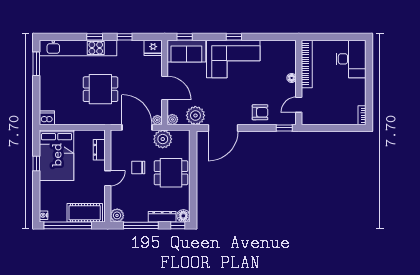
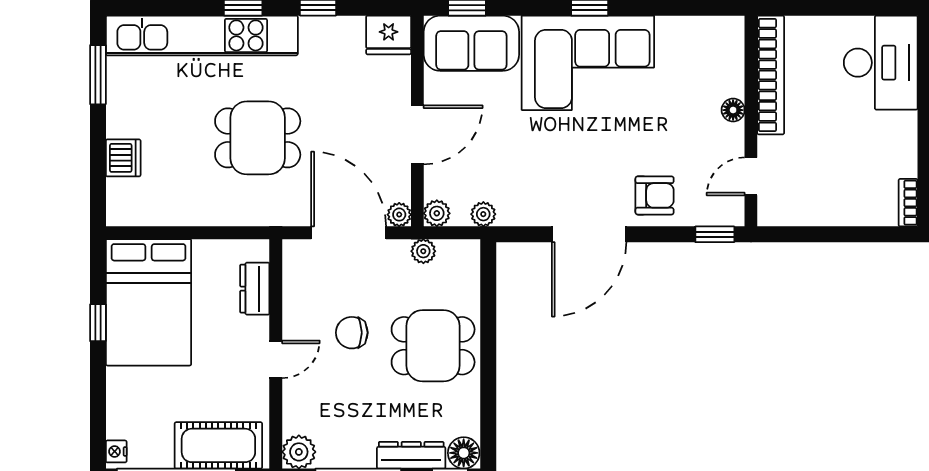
door: (165, 88) -> (417, 135), hinge flipped
plant: (195, 115) -> (483, 214), width x0.53, depth x0.53
dishwasher: (47, 118) -> (123, 158), moved, turned 90
door: (223, 128) -> (589, 234), moved
plant: (163, 139) -> (423, 251), width x0.53, depth x0.53

